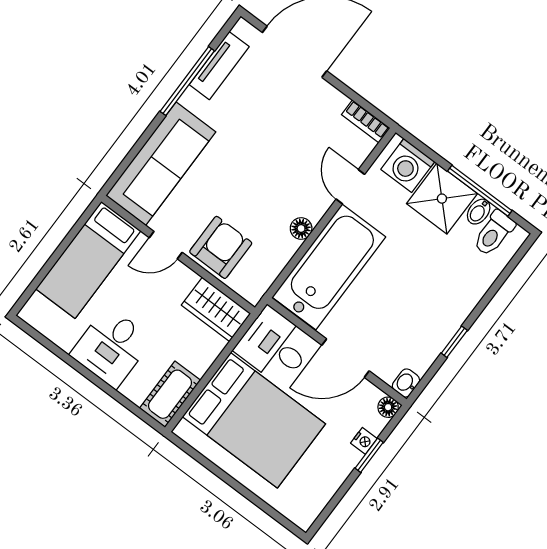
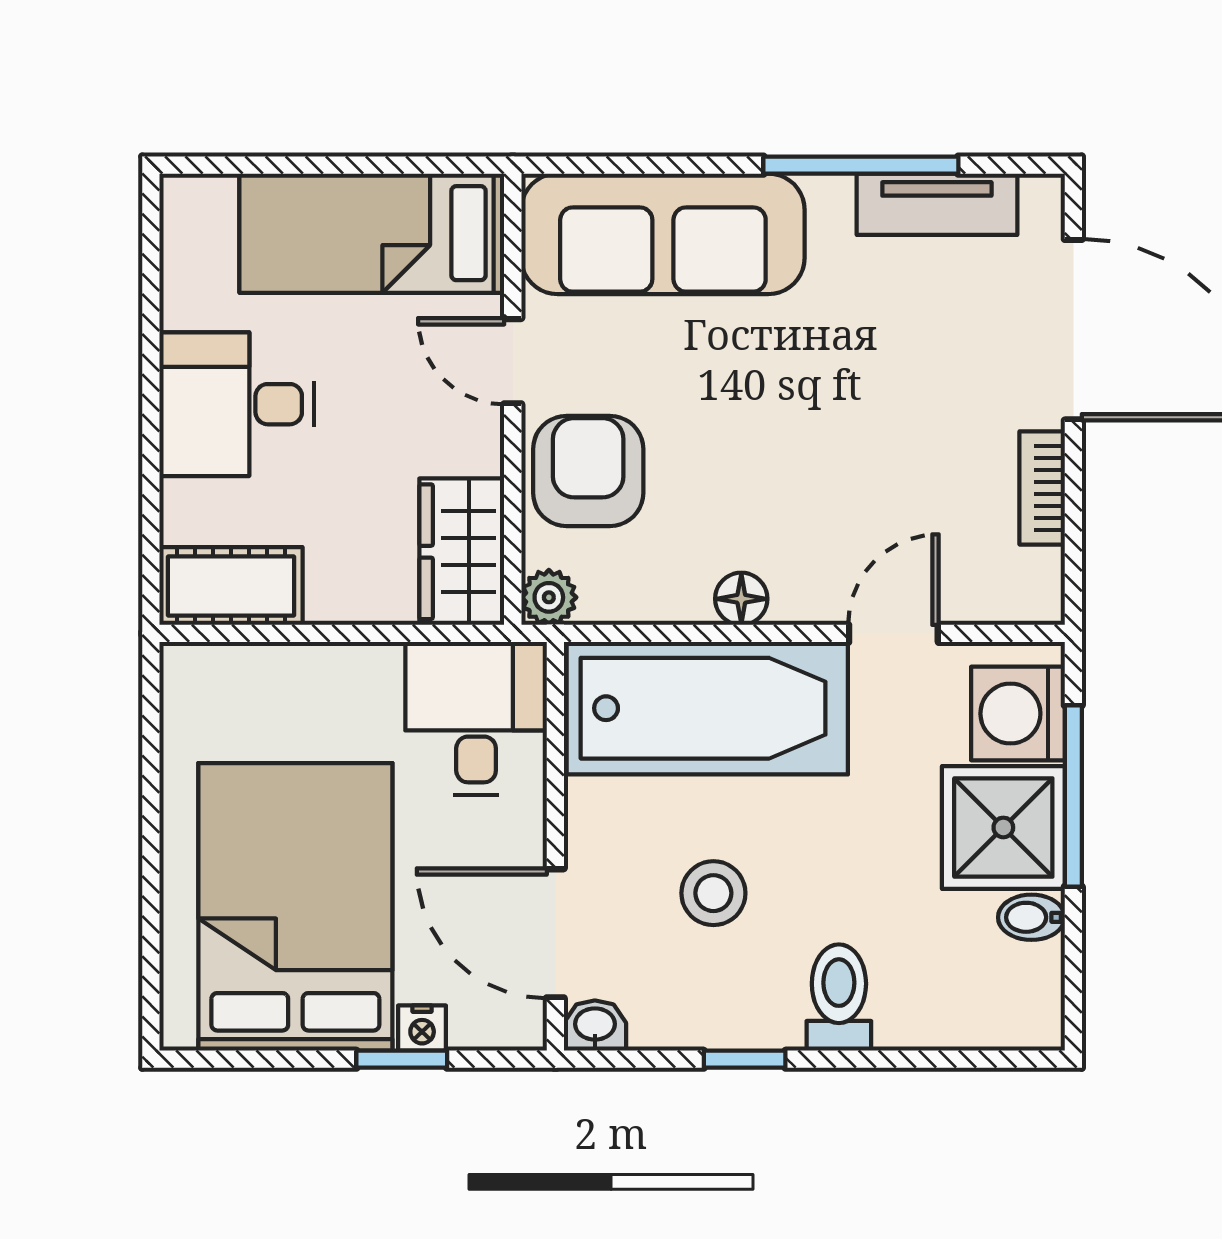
bookcase: (366, 121) -> (1042, 488), moved
window: (480, 191) -> (1073, 796), moved
toilet: (494, 233) -> (839, 997), moved, turned 90
armchair: (221, 247) -> (588, 471), turned -90
plant: (253, 292) -> (549, 597), added
stool: (392, 311) -> (713, 893), added
door: (345, 358) -> (555, 933), moved
floor lamp: (388, 407) -> (522, 1026), removed
bed: (254, 420) -> (295, 907), moved, turned 180

